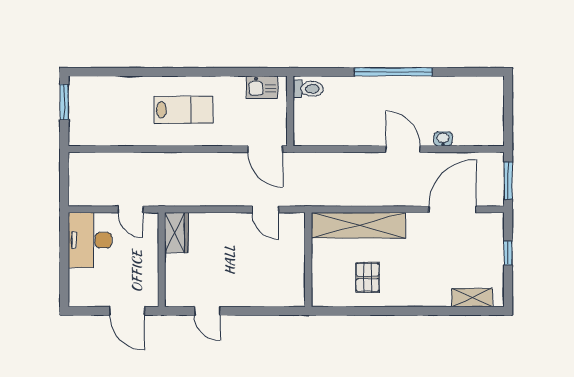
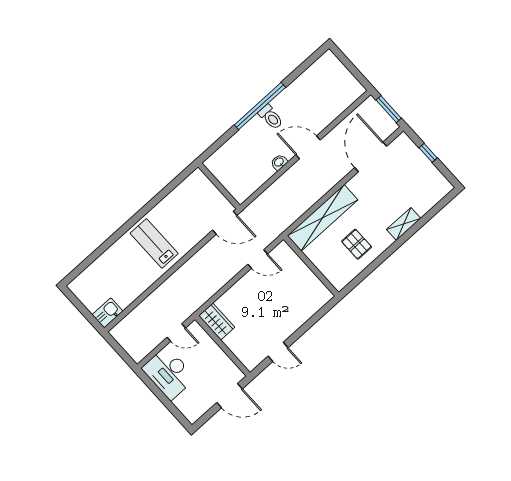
kitchen sink: (262, 87) -> (107, 313), moved, turned 180
toilet: (308, 89) -> (271, 117), moved, turned 90
window: (64, 102) -> (78, 304), removed
lab bench: (184, 110) -> (154, 243), turned -90
washbasin: (443, 139) -> (279, 162), moved
shelving: (472, 298) -> (404, 224), moved

